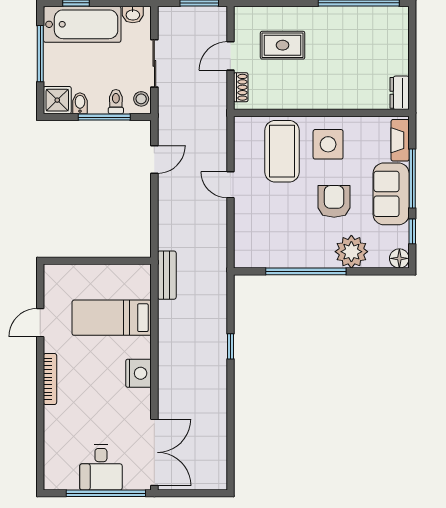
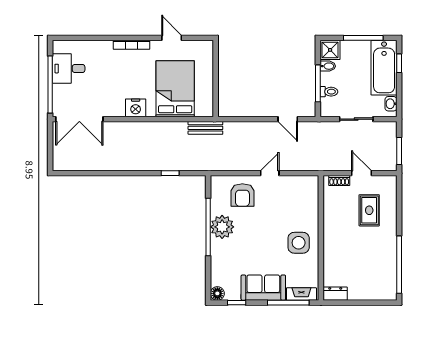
stool: (141, 99) -> (331, 110), removed
coffee table: (282, 151) -> (294, 210), removed
window: (412, 179) -> (288, 303), moved
armchair: (334, 201) -> (242, 195), moved, turned 90
plant: (351, 252) -> (222, 227), moved
bed: (112, 318) -> (175, 89), width x1.50
window: (230, 346) -> (170, 173), moved
desk: (101, 467) -> (69, 69), moved

